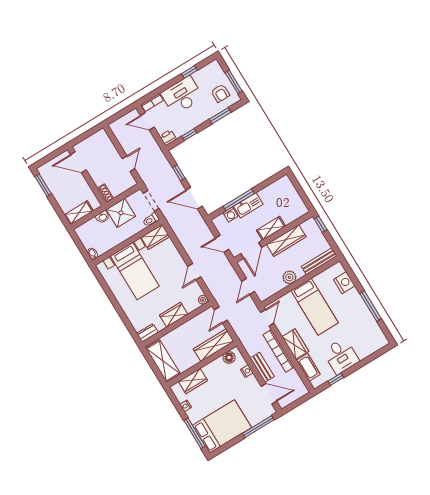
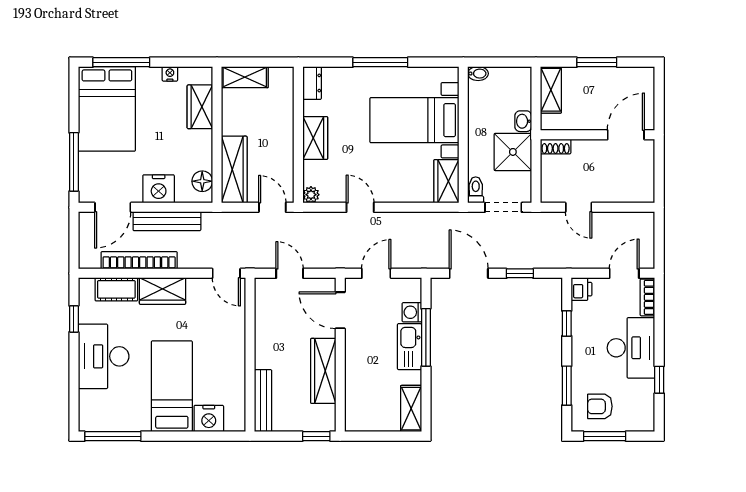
window: (43, 185) -> (597, 62), moved
door: (194, 198) -> (469, 273), hinge flipped
shelving: (271, 228) -> (411, 409), moved
plant: (289, 277) -> (266, 342), removed
window: (117, 305) -> (380, 62), added
window: (371, 306) -> (113, 436), moved
bed: (315, 307) -> (172, 386), moved, turned 90
bookcase: (279, 351) -> (139, 260), moved
desk: (341, 356) -> (104, 356), width x1.37
shelving: (163, 361) -> (245, 77), width x0.67, depth x0.75
bench: (262, 367) -> (167, 221), width x1.36
nightstand: (247, 371) -> (159, 189), width x1.89, depth x1.79

